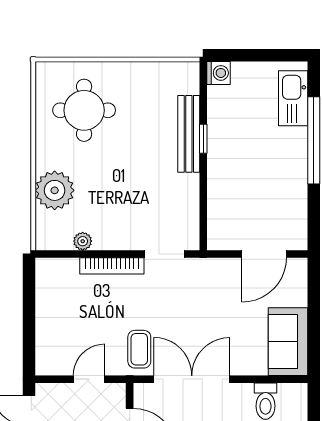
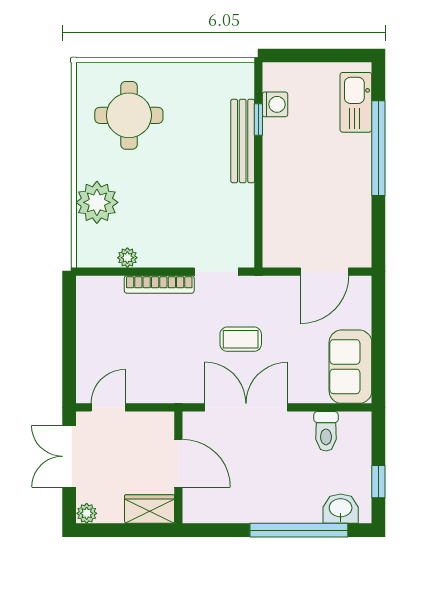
washing machine: (219, 73) -> (275, 104), moved
window: (203, 139) -> (258, 119), moved
coffee table: (139, 349) -> (241, 339), moved, turned 90
door: (89, 379) -> (108, 407), moved

